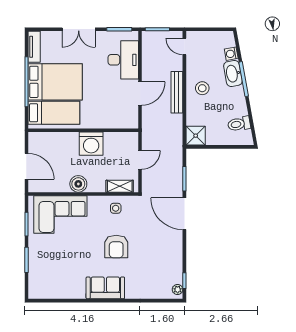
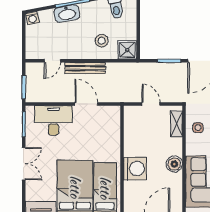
door: (184, 46) -> (52, 61), moved
washing machine: (231, 54) -> (32, 18), moved
stool: (202, 88) -> (102, 41), moved
washing machine: (91, 144) -> (135, 169), moved

